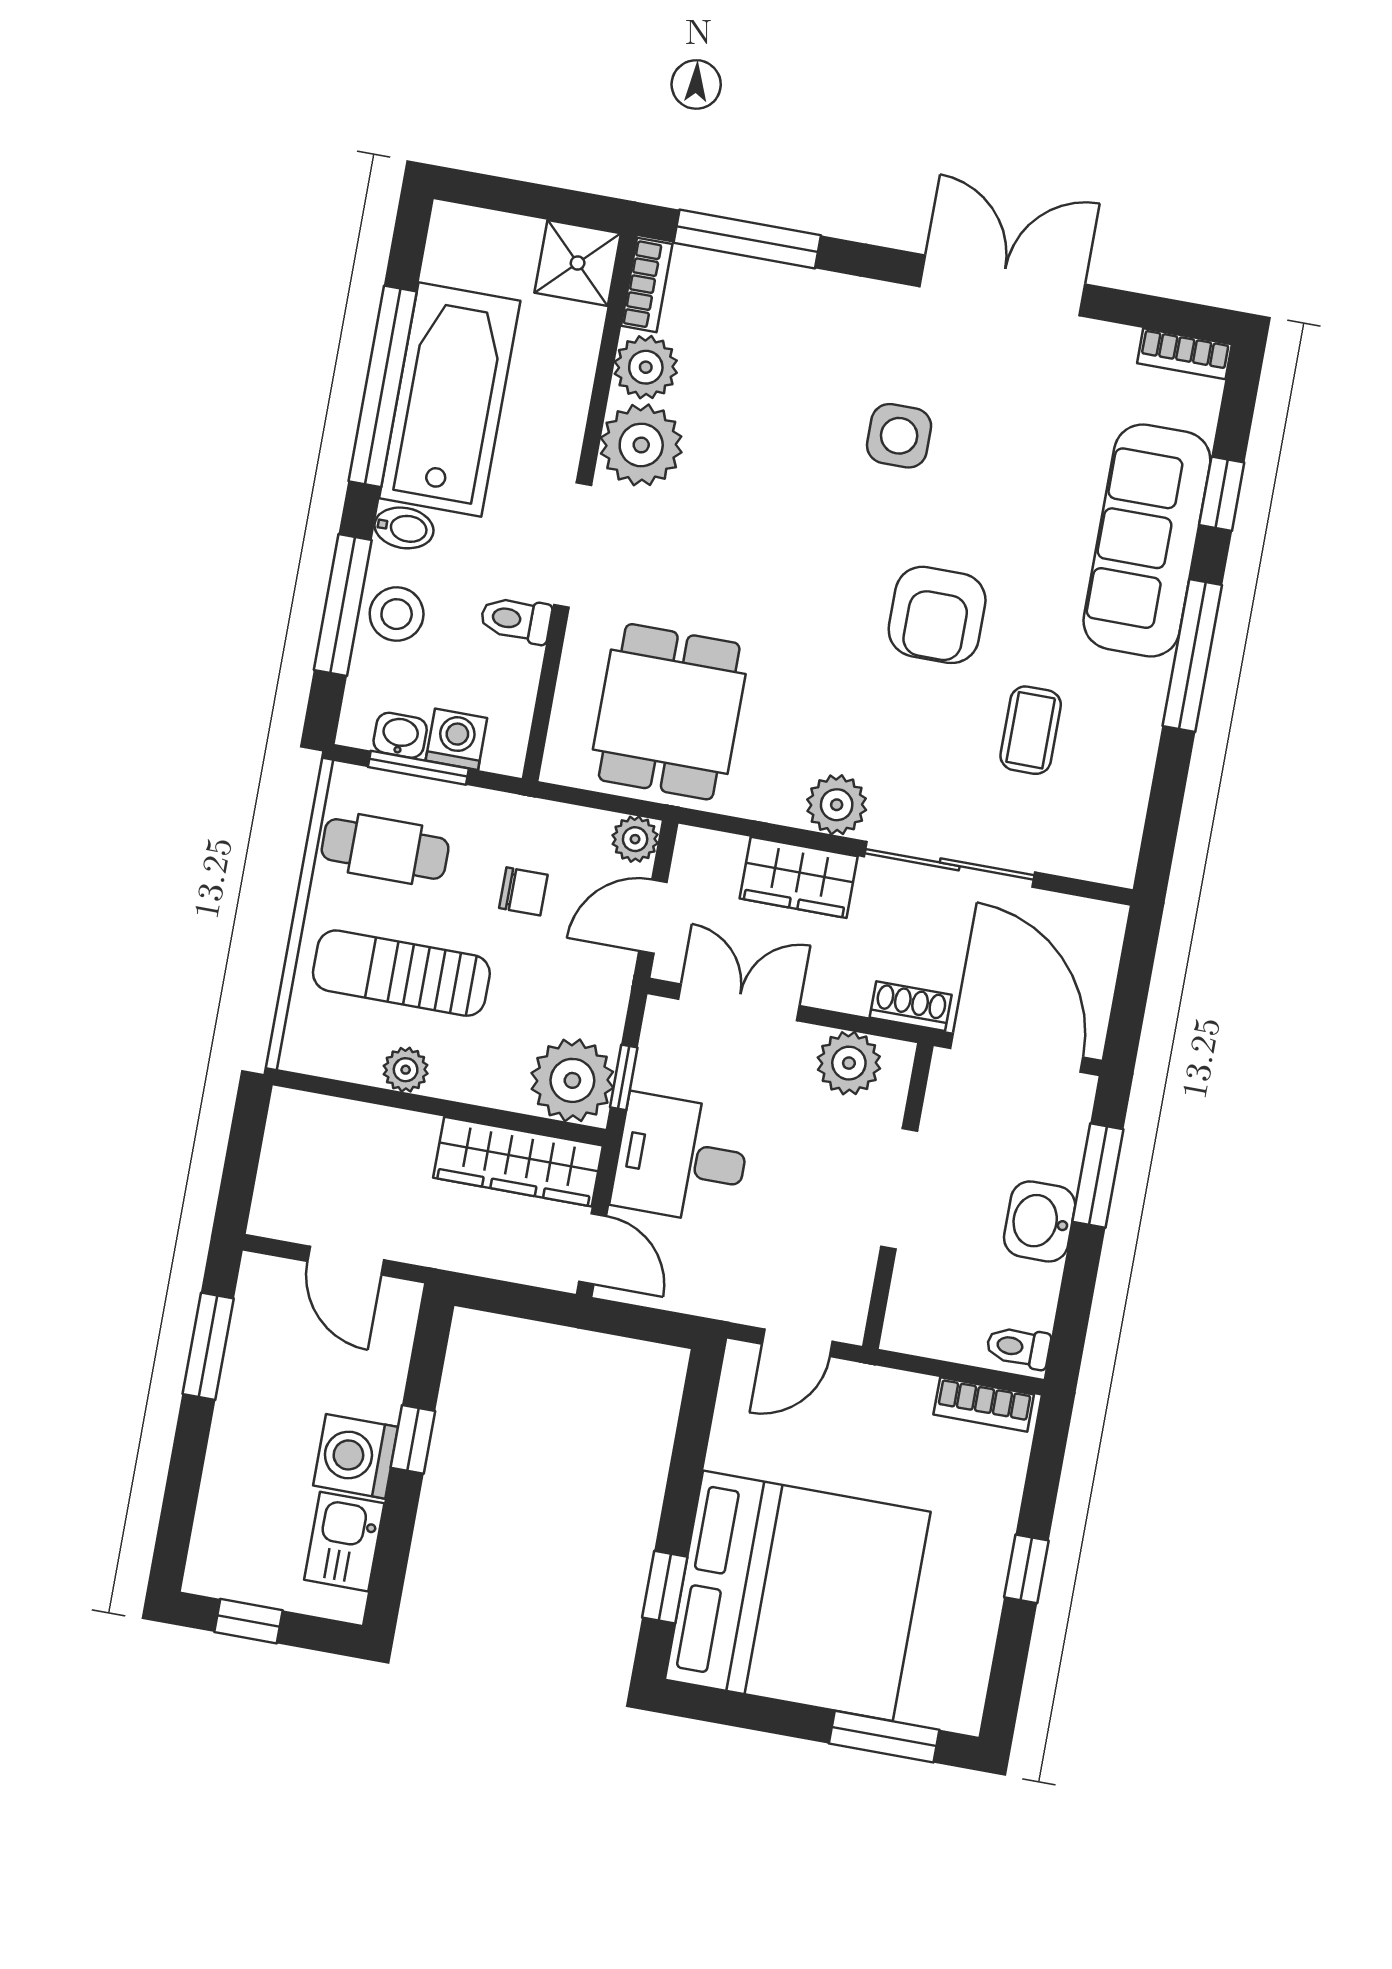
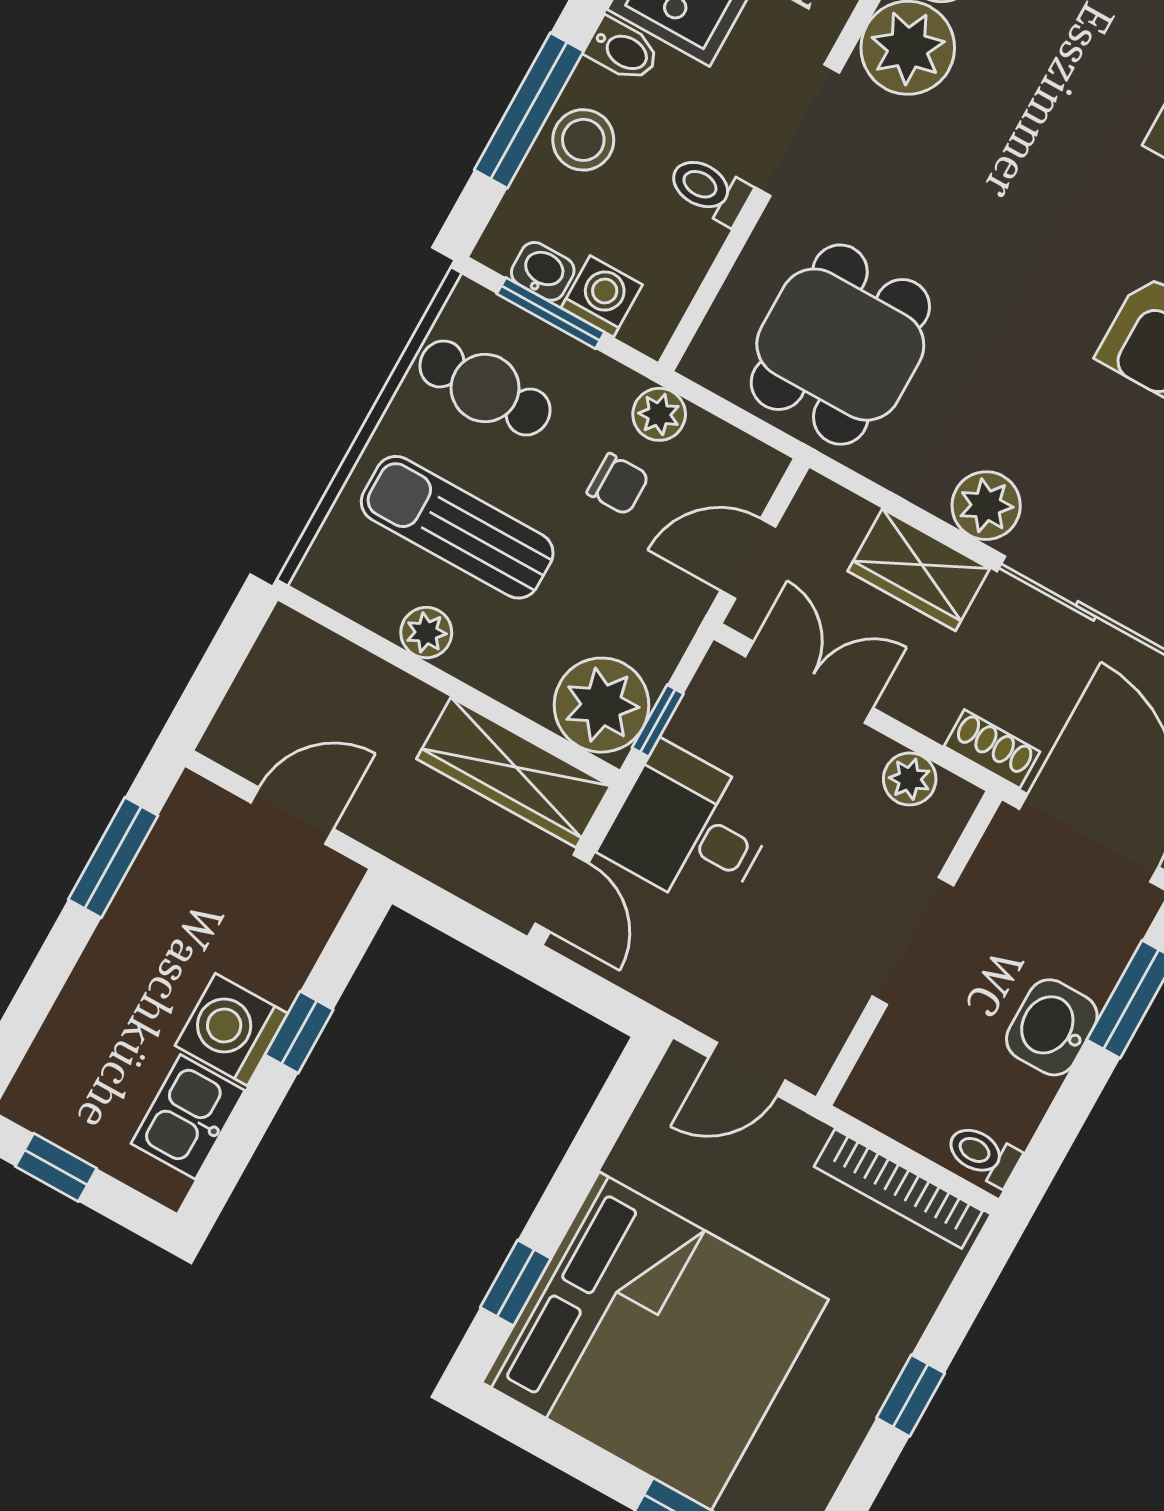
plant: (635, 839) -> (659, 414), moved
plant: (849, 1063) -> (910, 779), width x0.73, depth x0.73
door: (346, 1261) -> (292, 816), swing flipped
bookcase: (984, 1405) -> (898, 1189), width x1.56

